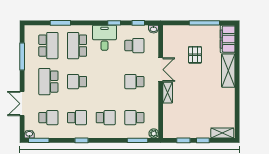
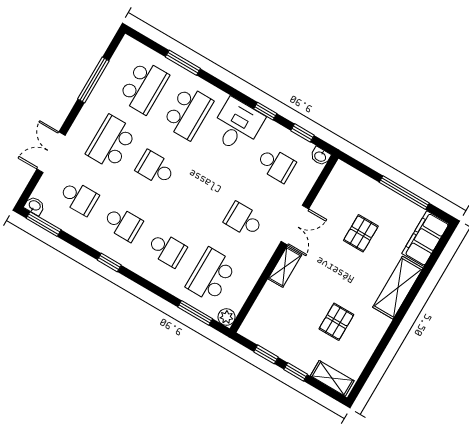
school desk: (77, 46) -> (188, 113), turned 180
pallet: (208, 105) -> (336, 322), added
school desk: (134, 118) -> (211, 275), width x1.85

